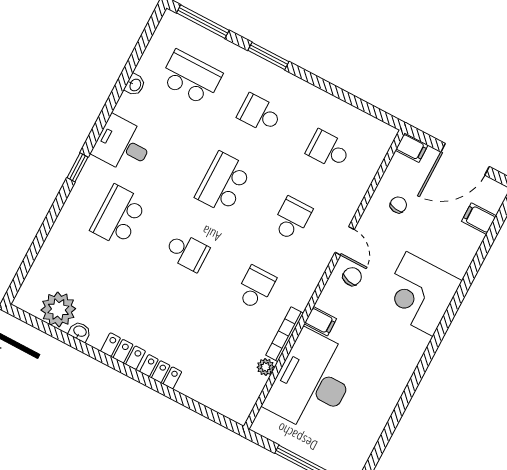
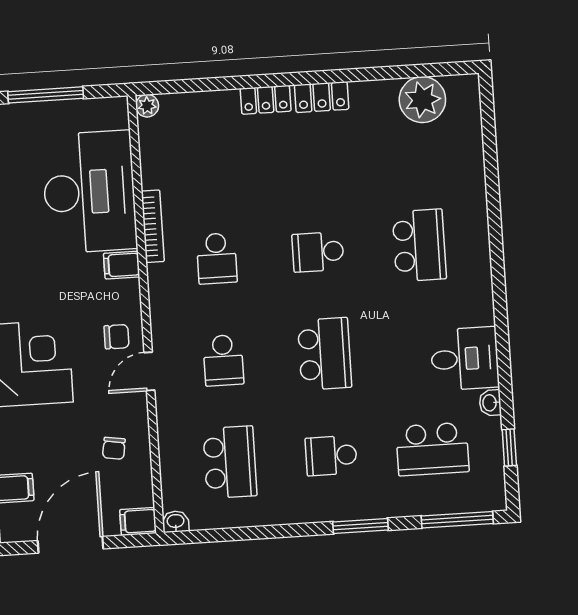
school desk: (260, 114) -> (331, 456), turned 180
desk: (123, 145) -> (465, 359), moved
school desk: (328, 150) -> (230, 462), width x1.85
window: (78, 167) -> (509, 448), moved
door: (345, 241) -> (149, 371), hinge flipped
chair: (352, 277) -> (117, 337), turned -105
washbasin: (80, 332) -> (176, 522), moved, turned 180
plant: (266, 367) -> (147, 106), moved

